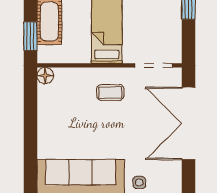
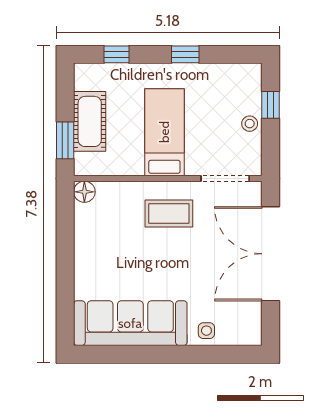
stool: (172, 23) -> (250, 124), added
coffee table: (110, 92) -> (169, 214), width x1.36, depth x1.30

